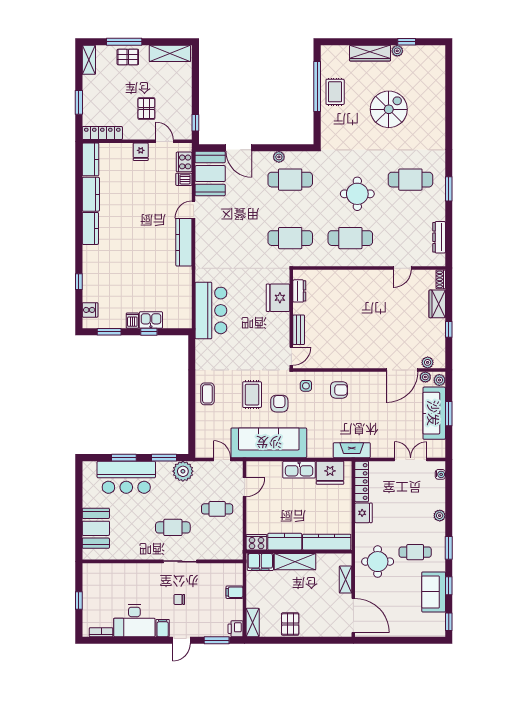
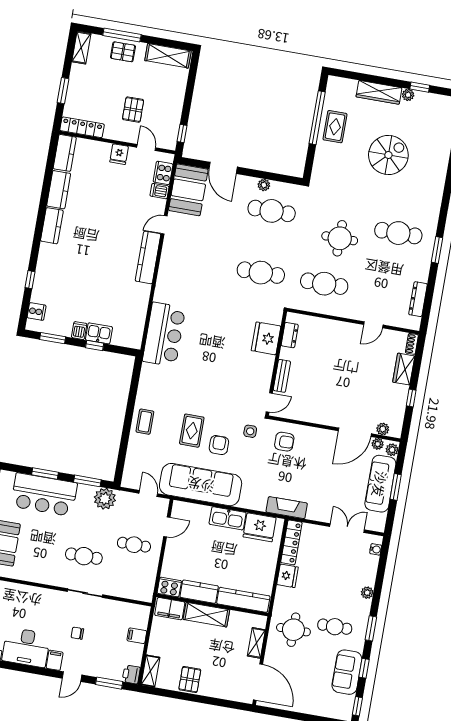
dresser: (299, 291) -> (290, 335), moved
fridge: (278, 298) -> (266, 338), moved
wall: (291, 319) -> (276, 363), moved
bench: (299, 330) -> (282, 376), moved
door: (291, 356) -> (269, 402), moved

